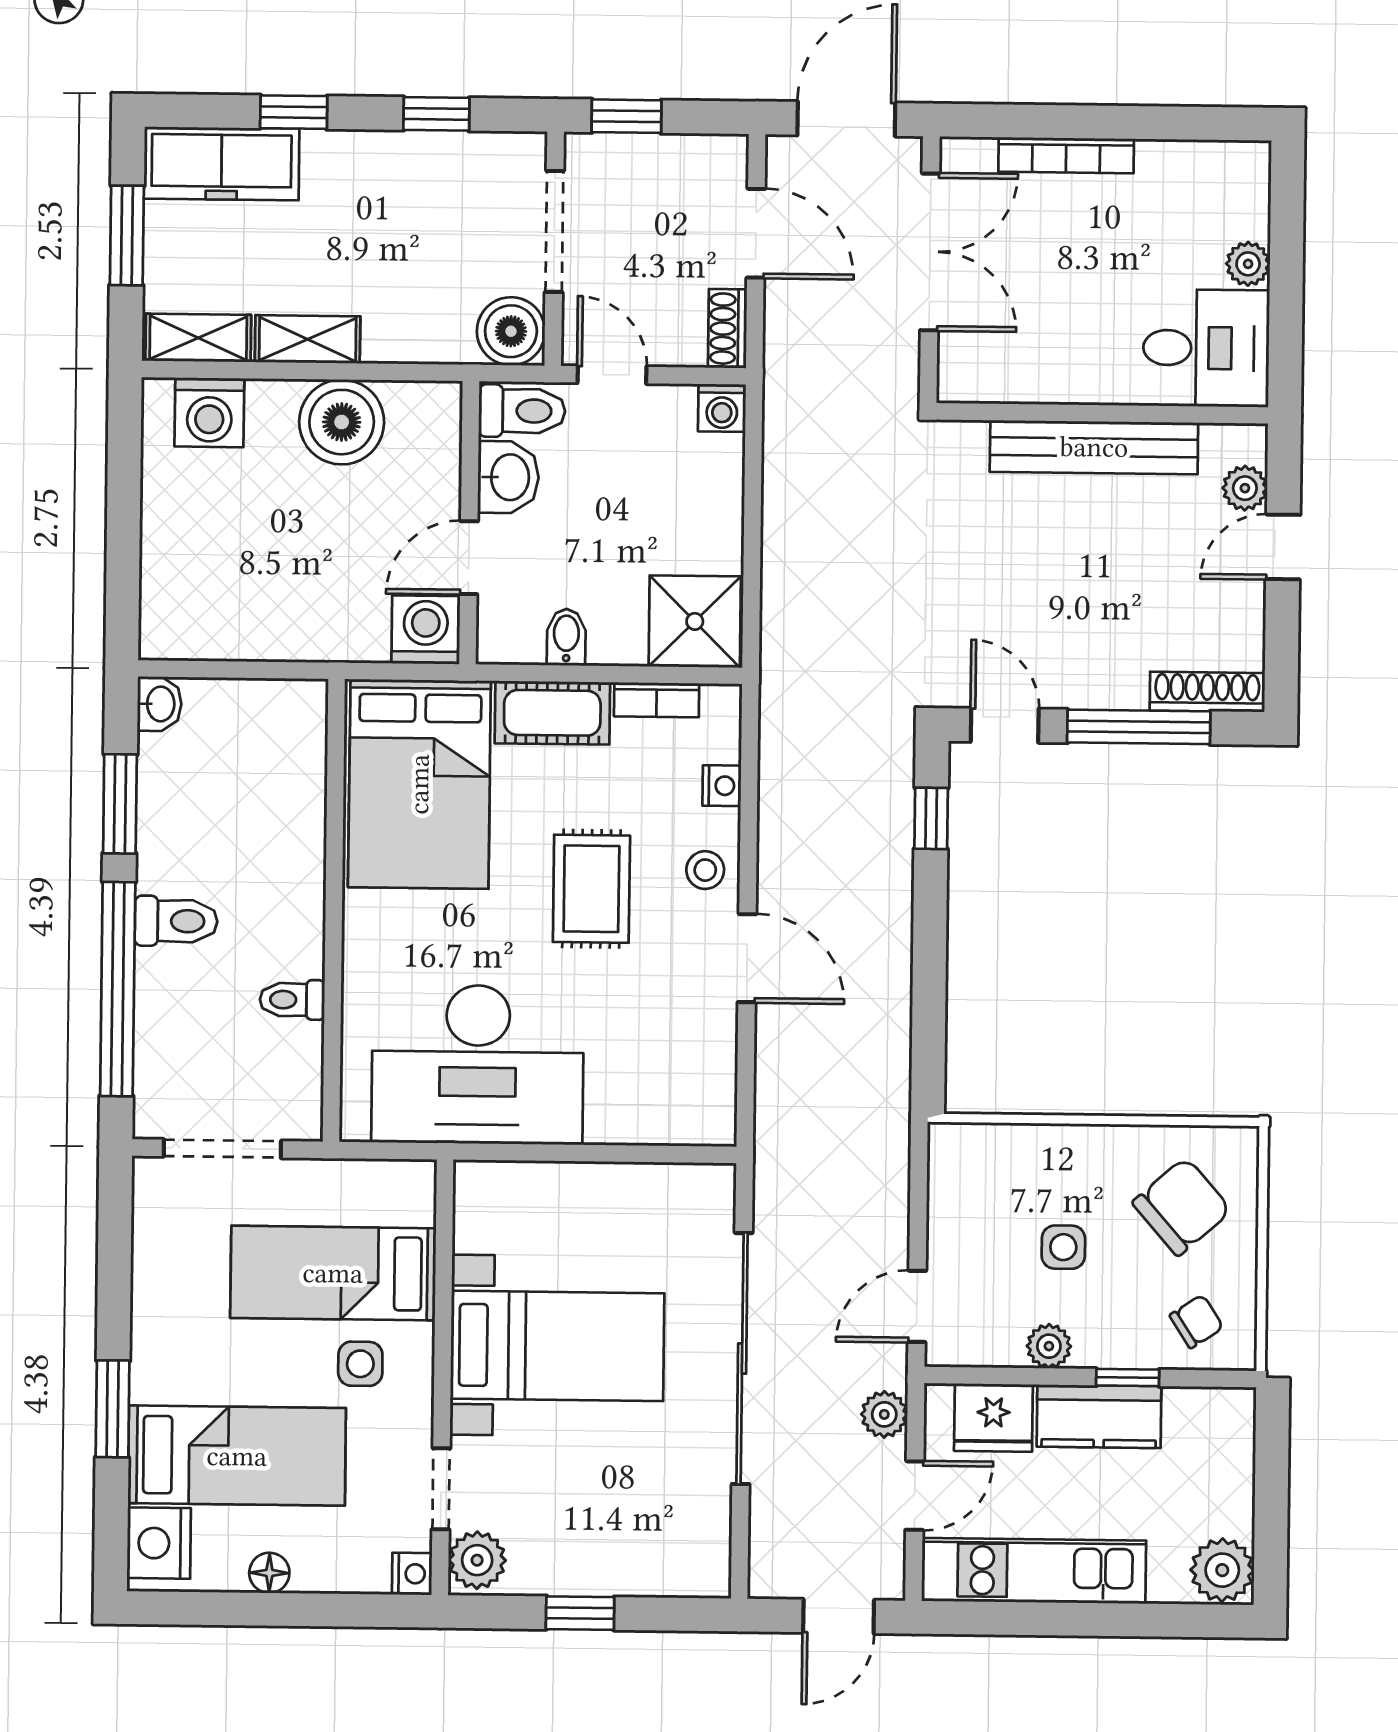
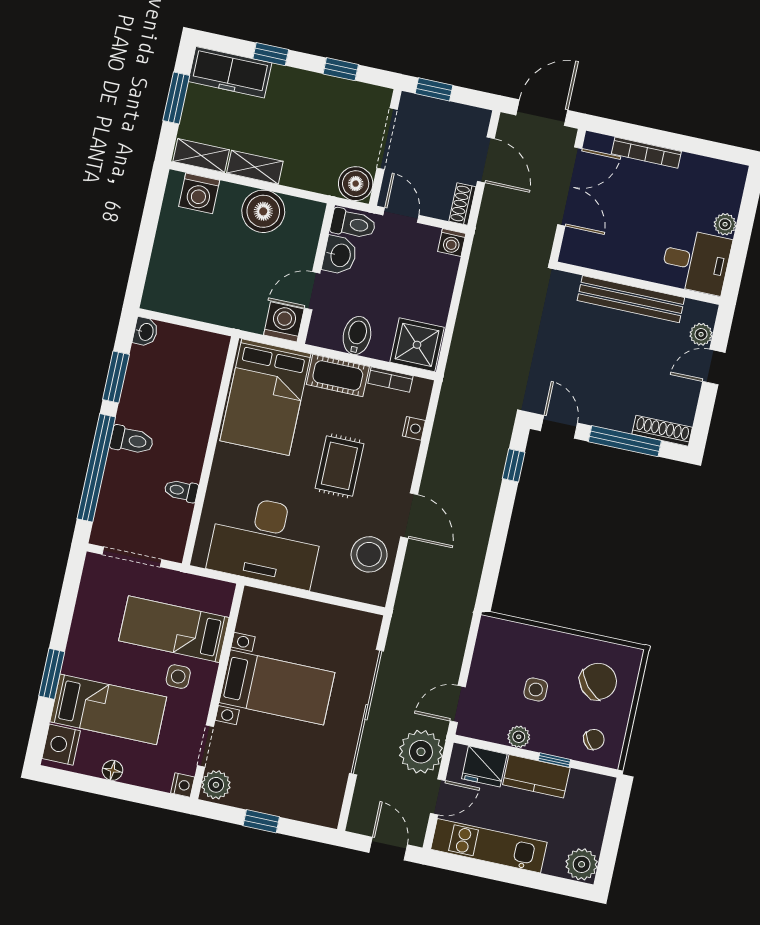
bidet: (566, 637) -> (357, 335), width x1.38, depth x1.36
stool: (705, 870) -> (369, 554), moved, width x1.89, depth x1.89
plant: (884, 1414) -> (421, 752), width x1.87, depth x1.87
door: (839, 1616) -> (388, 849), swing flipped

